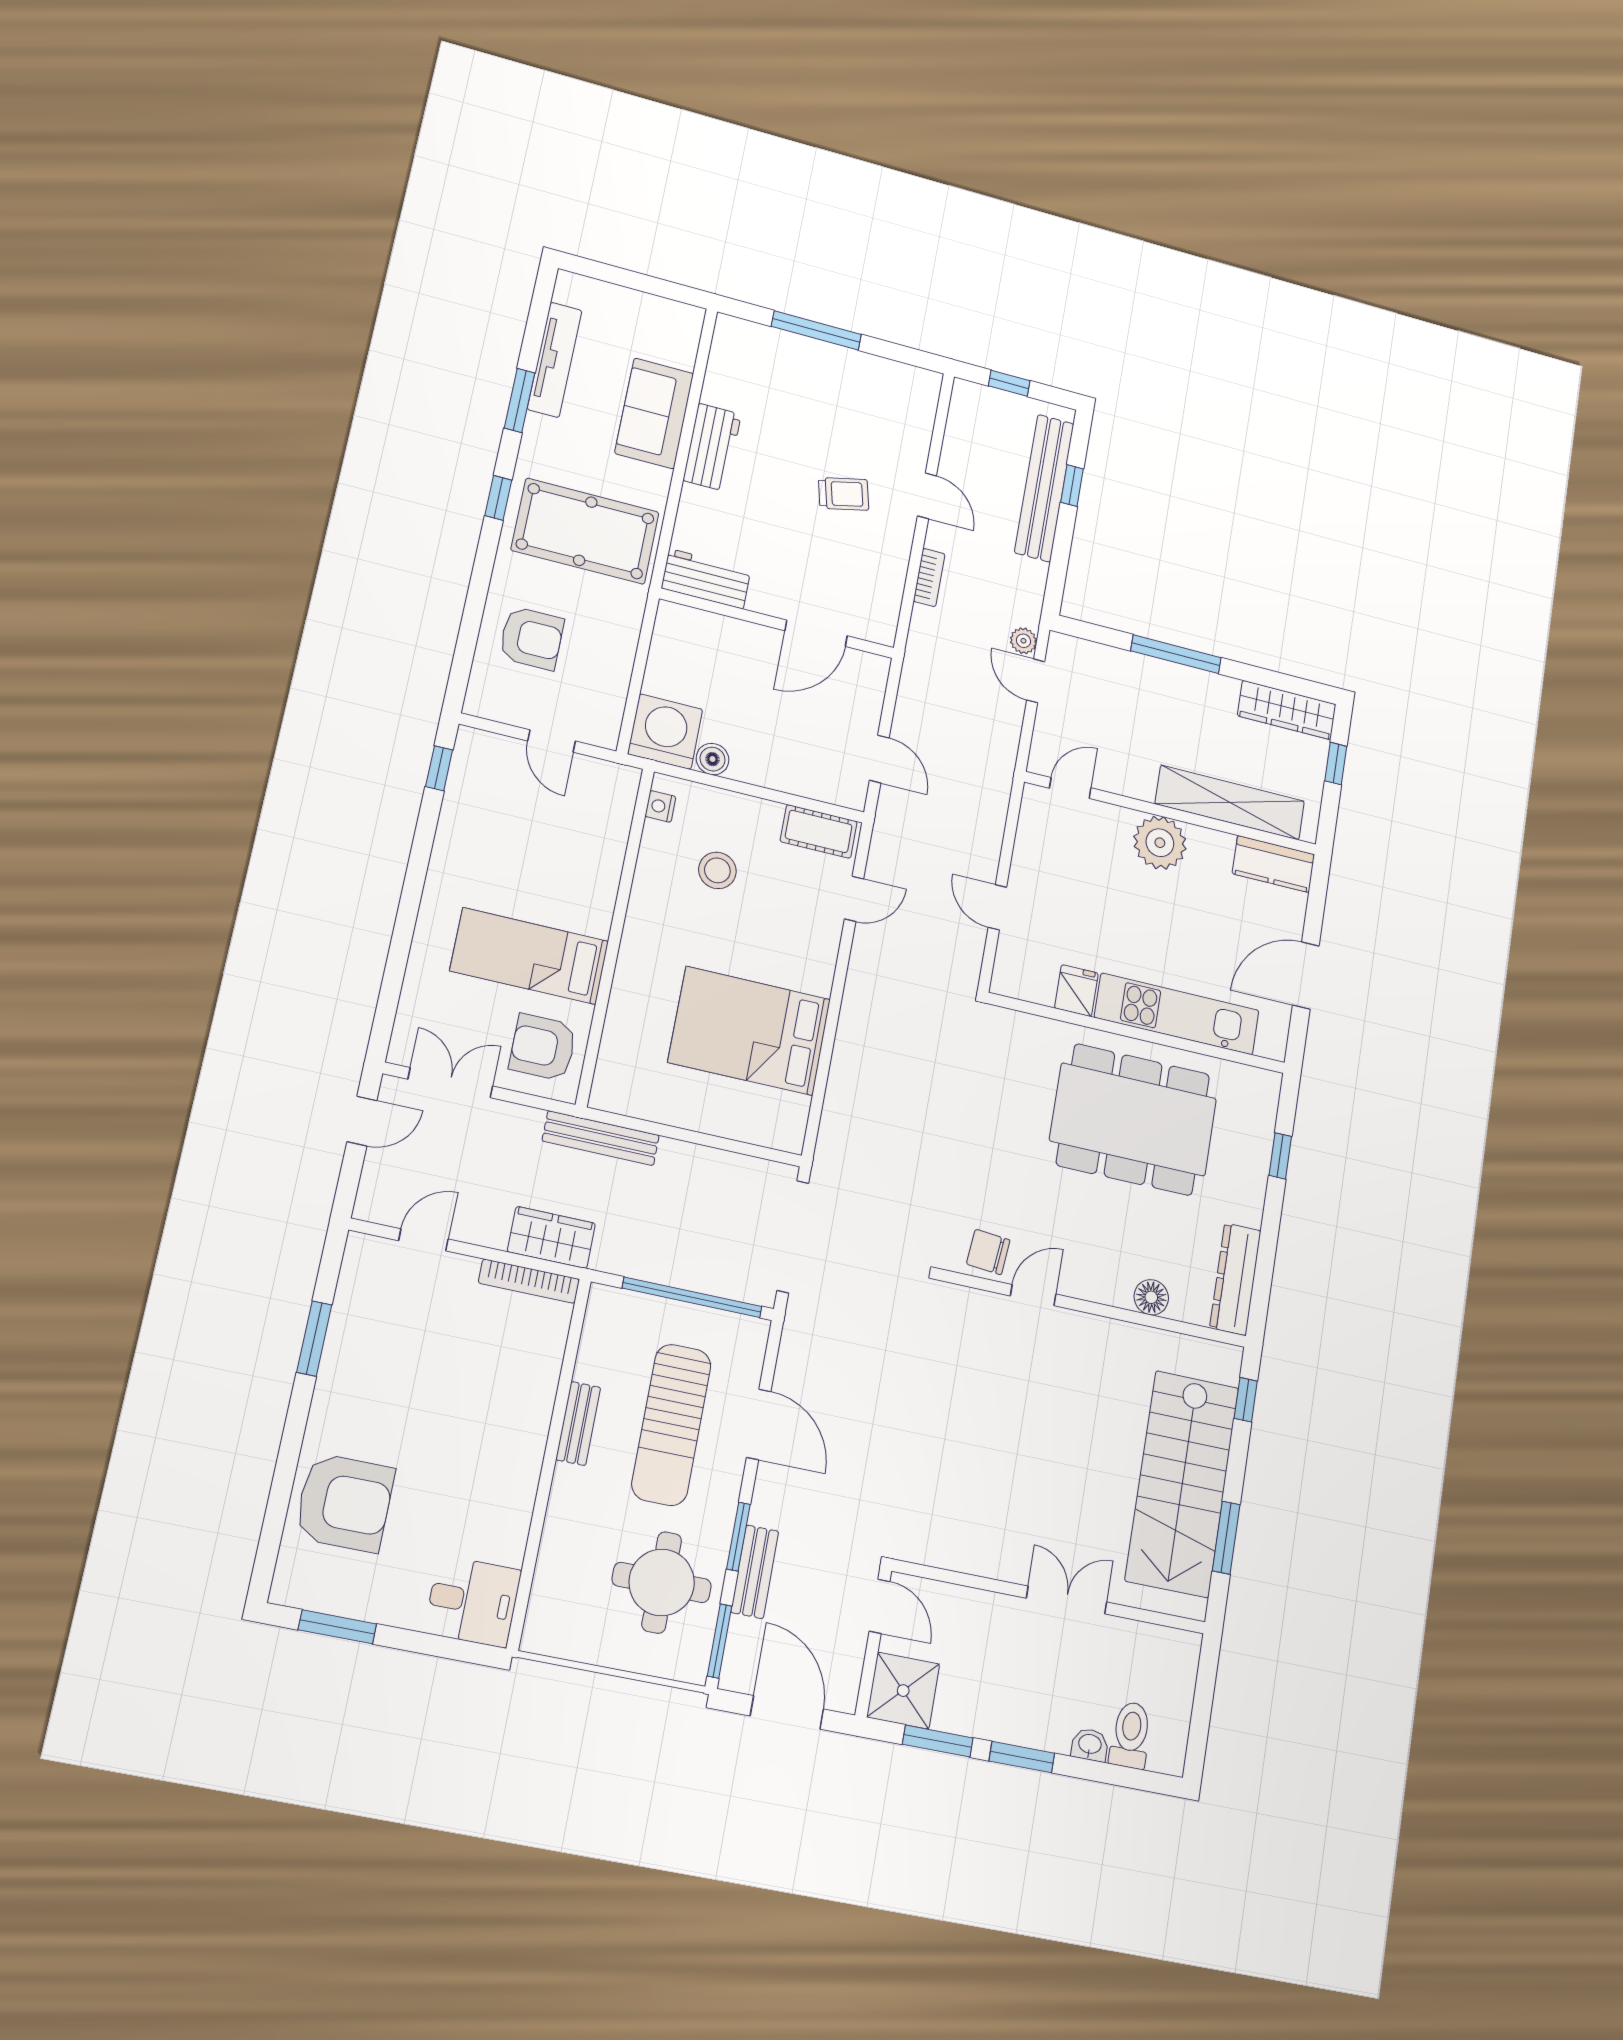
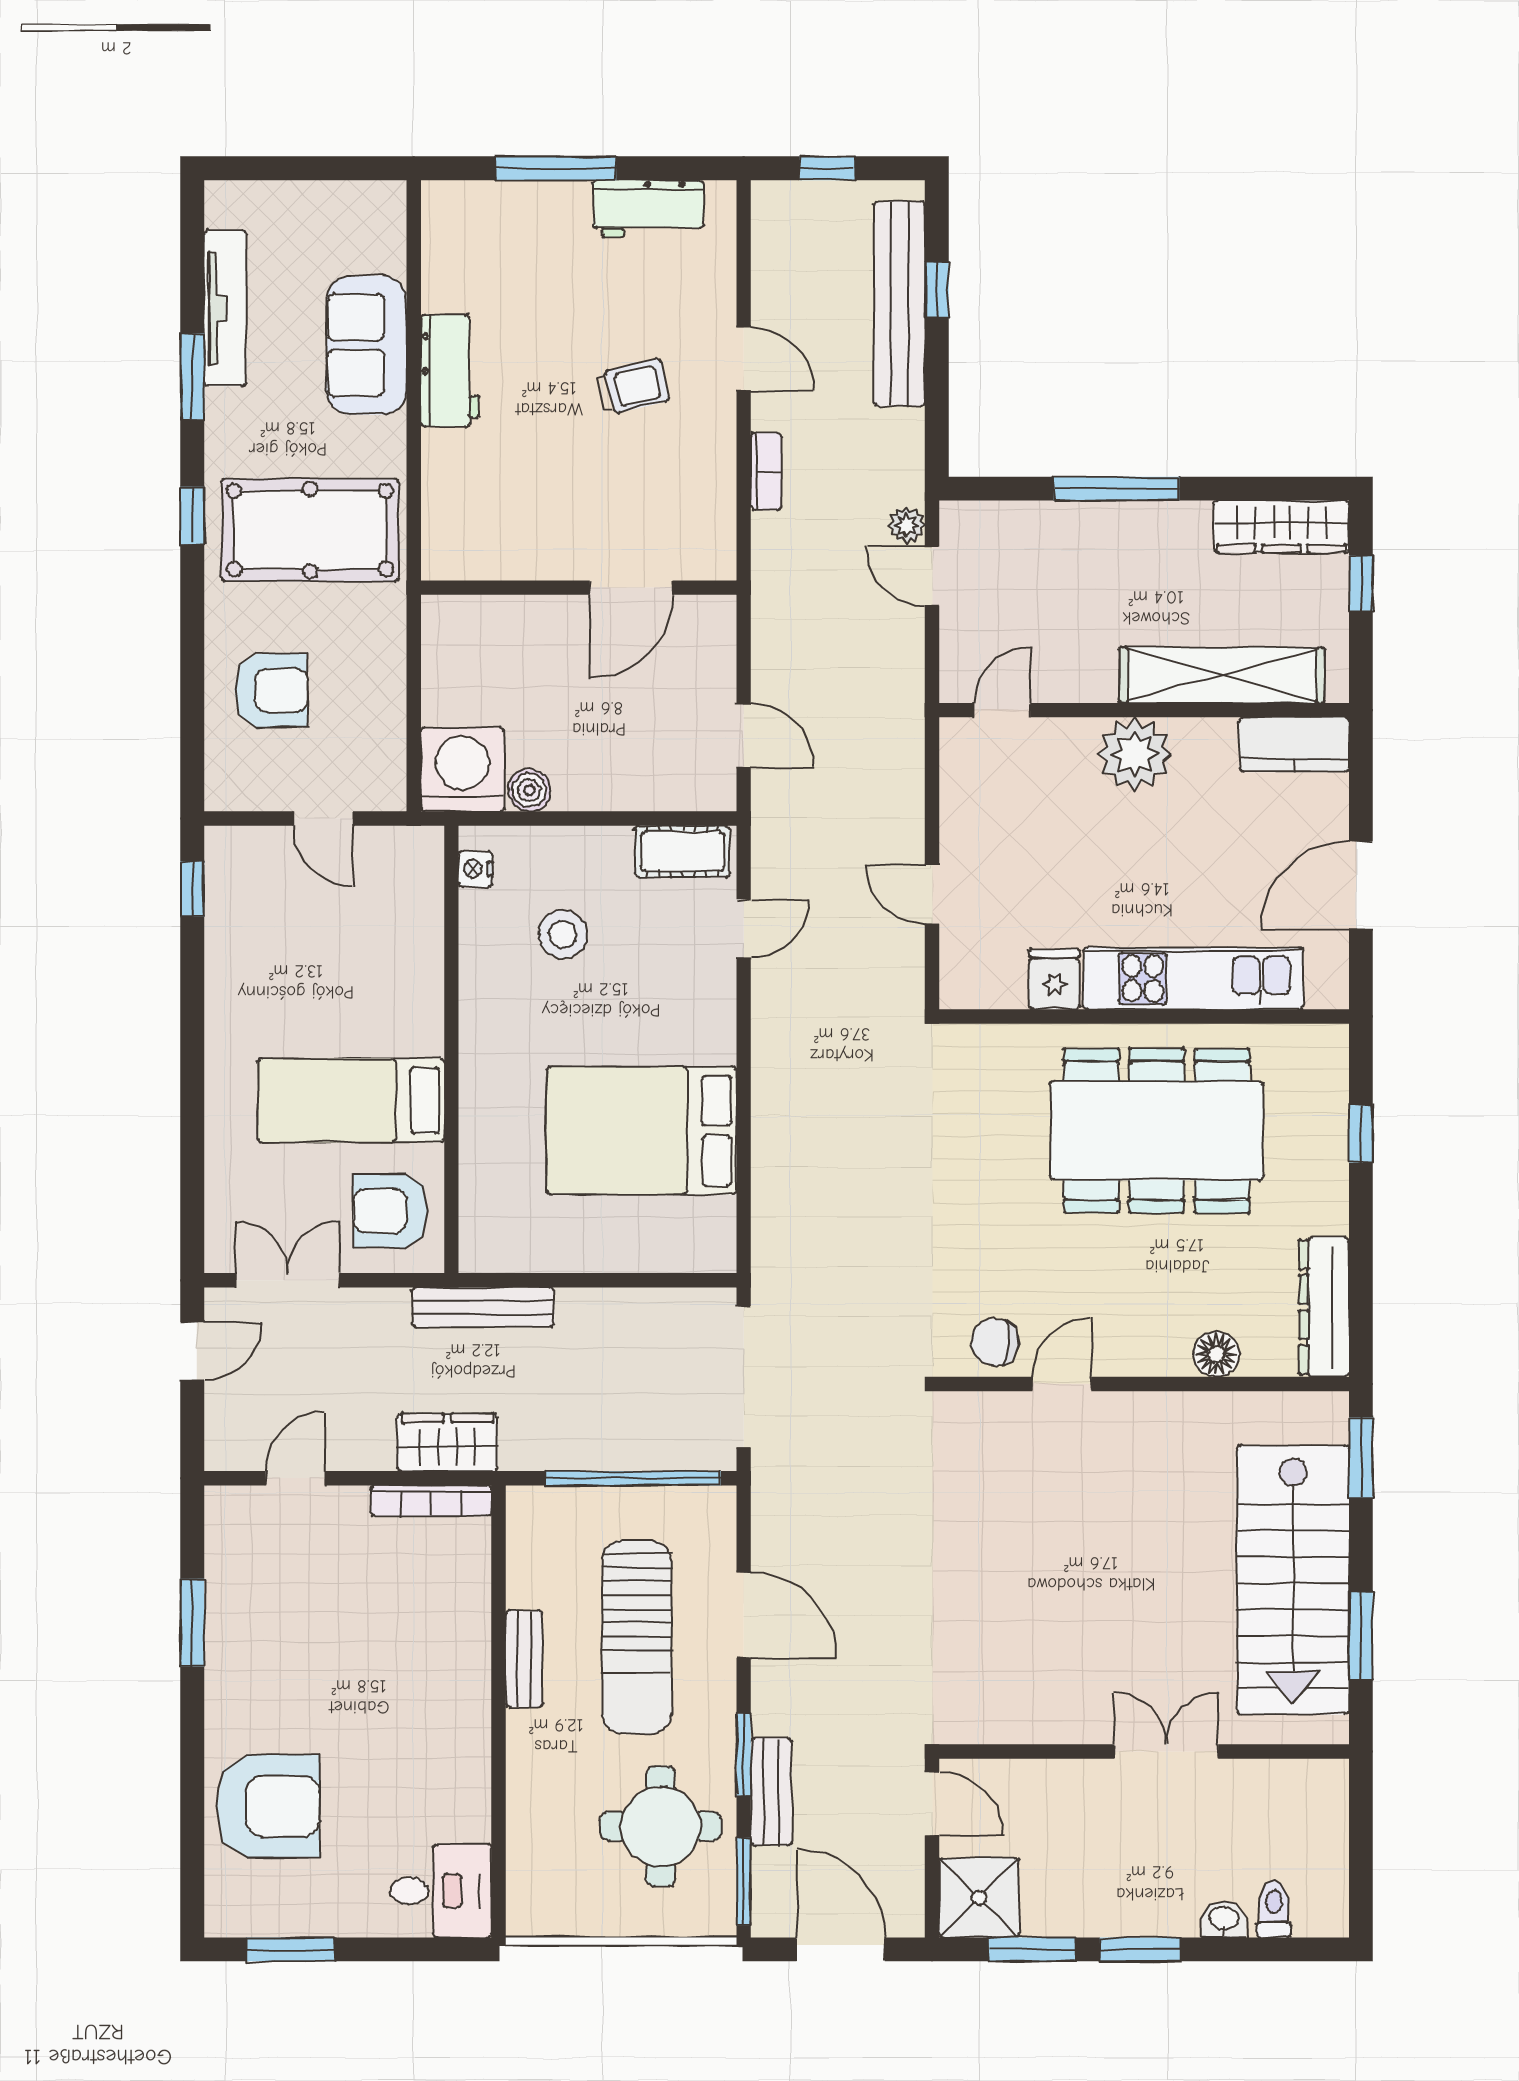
workbench: (706, 579) -> (648, 209), moved, turned 180
window: (1246, 1400) -> (1361, 1458), width x1.50
toilet: (1131, 1735) -> (1274, 1909), width x0.73, depth x0.72

